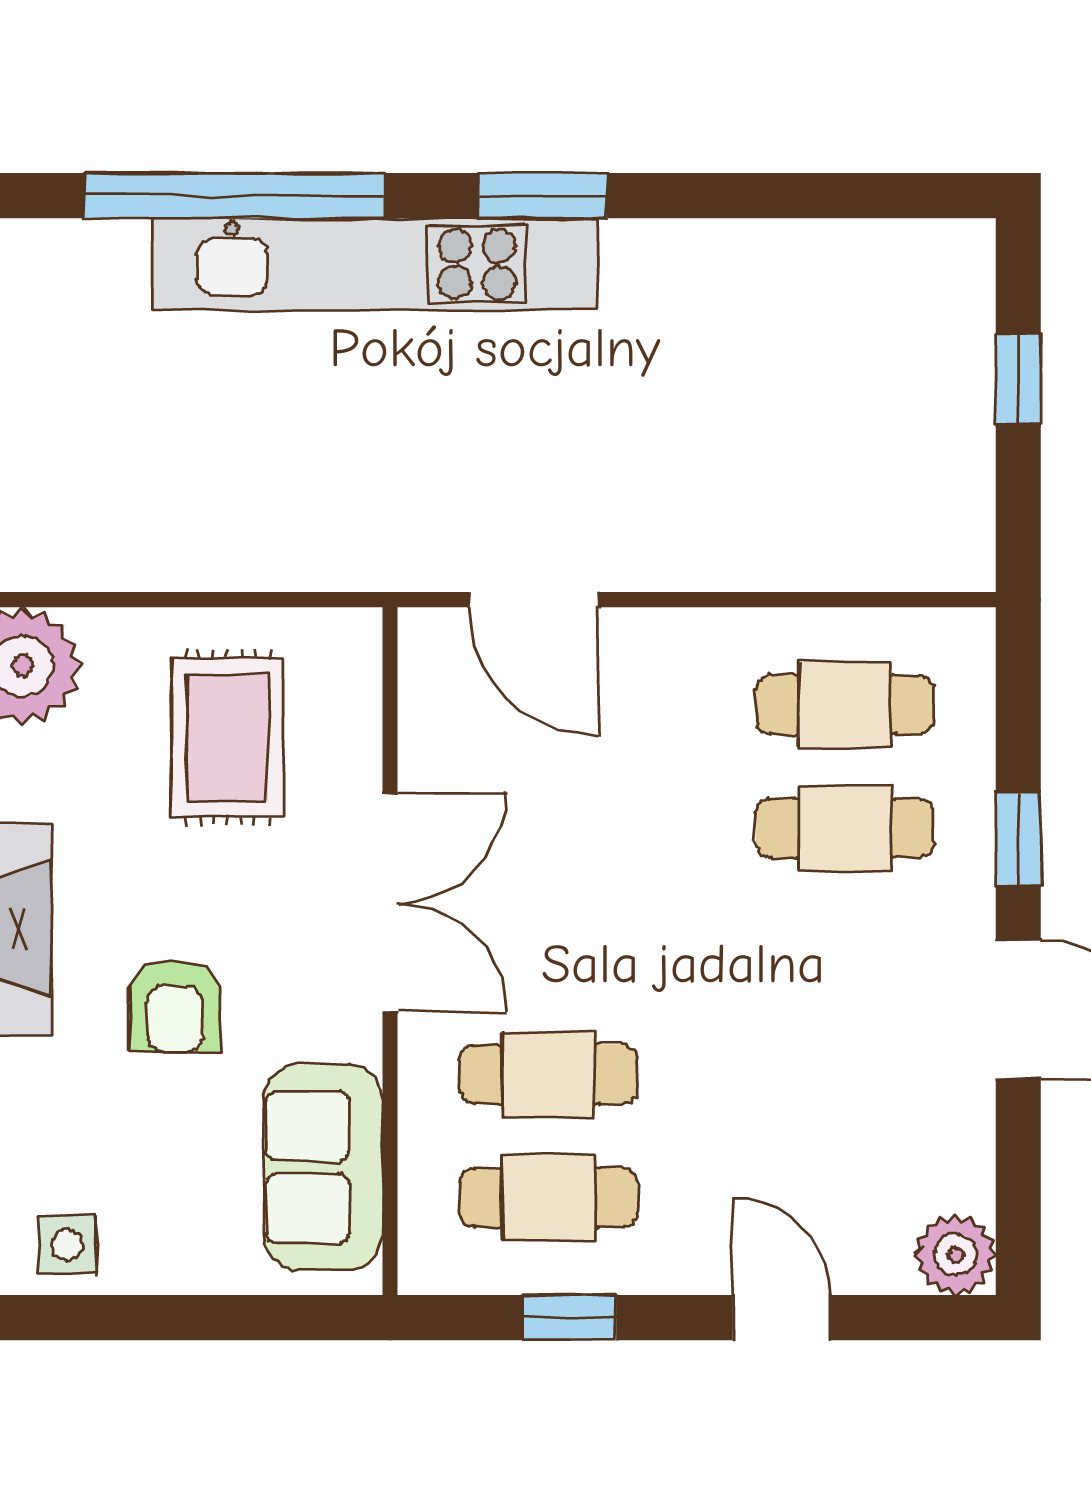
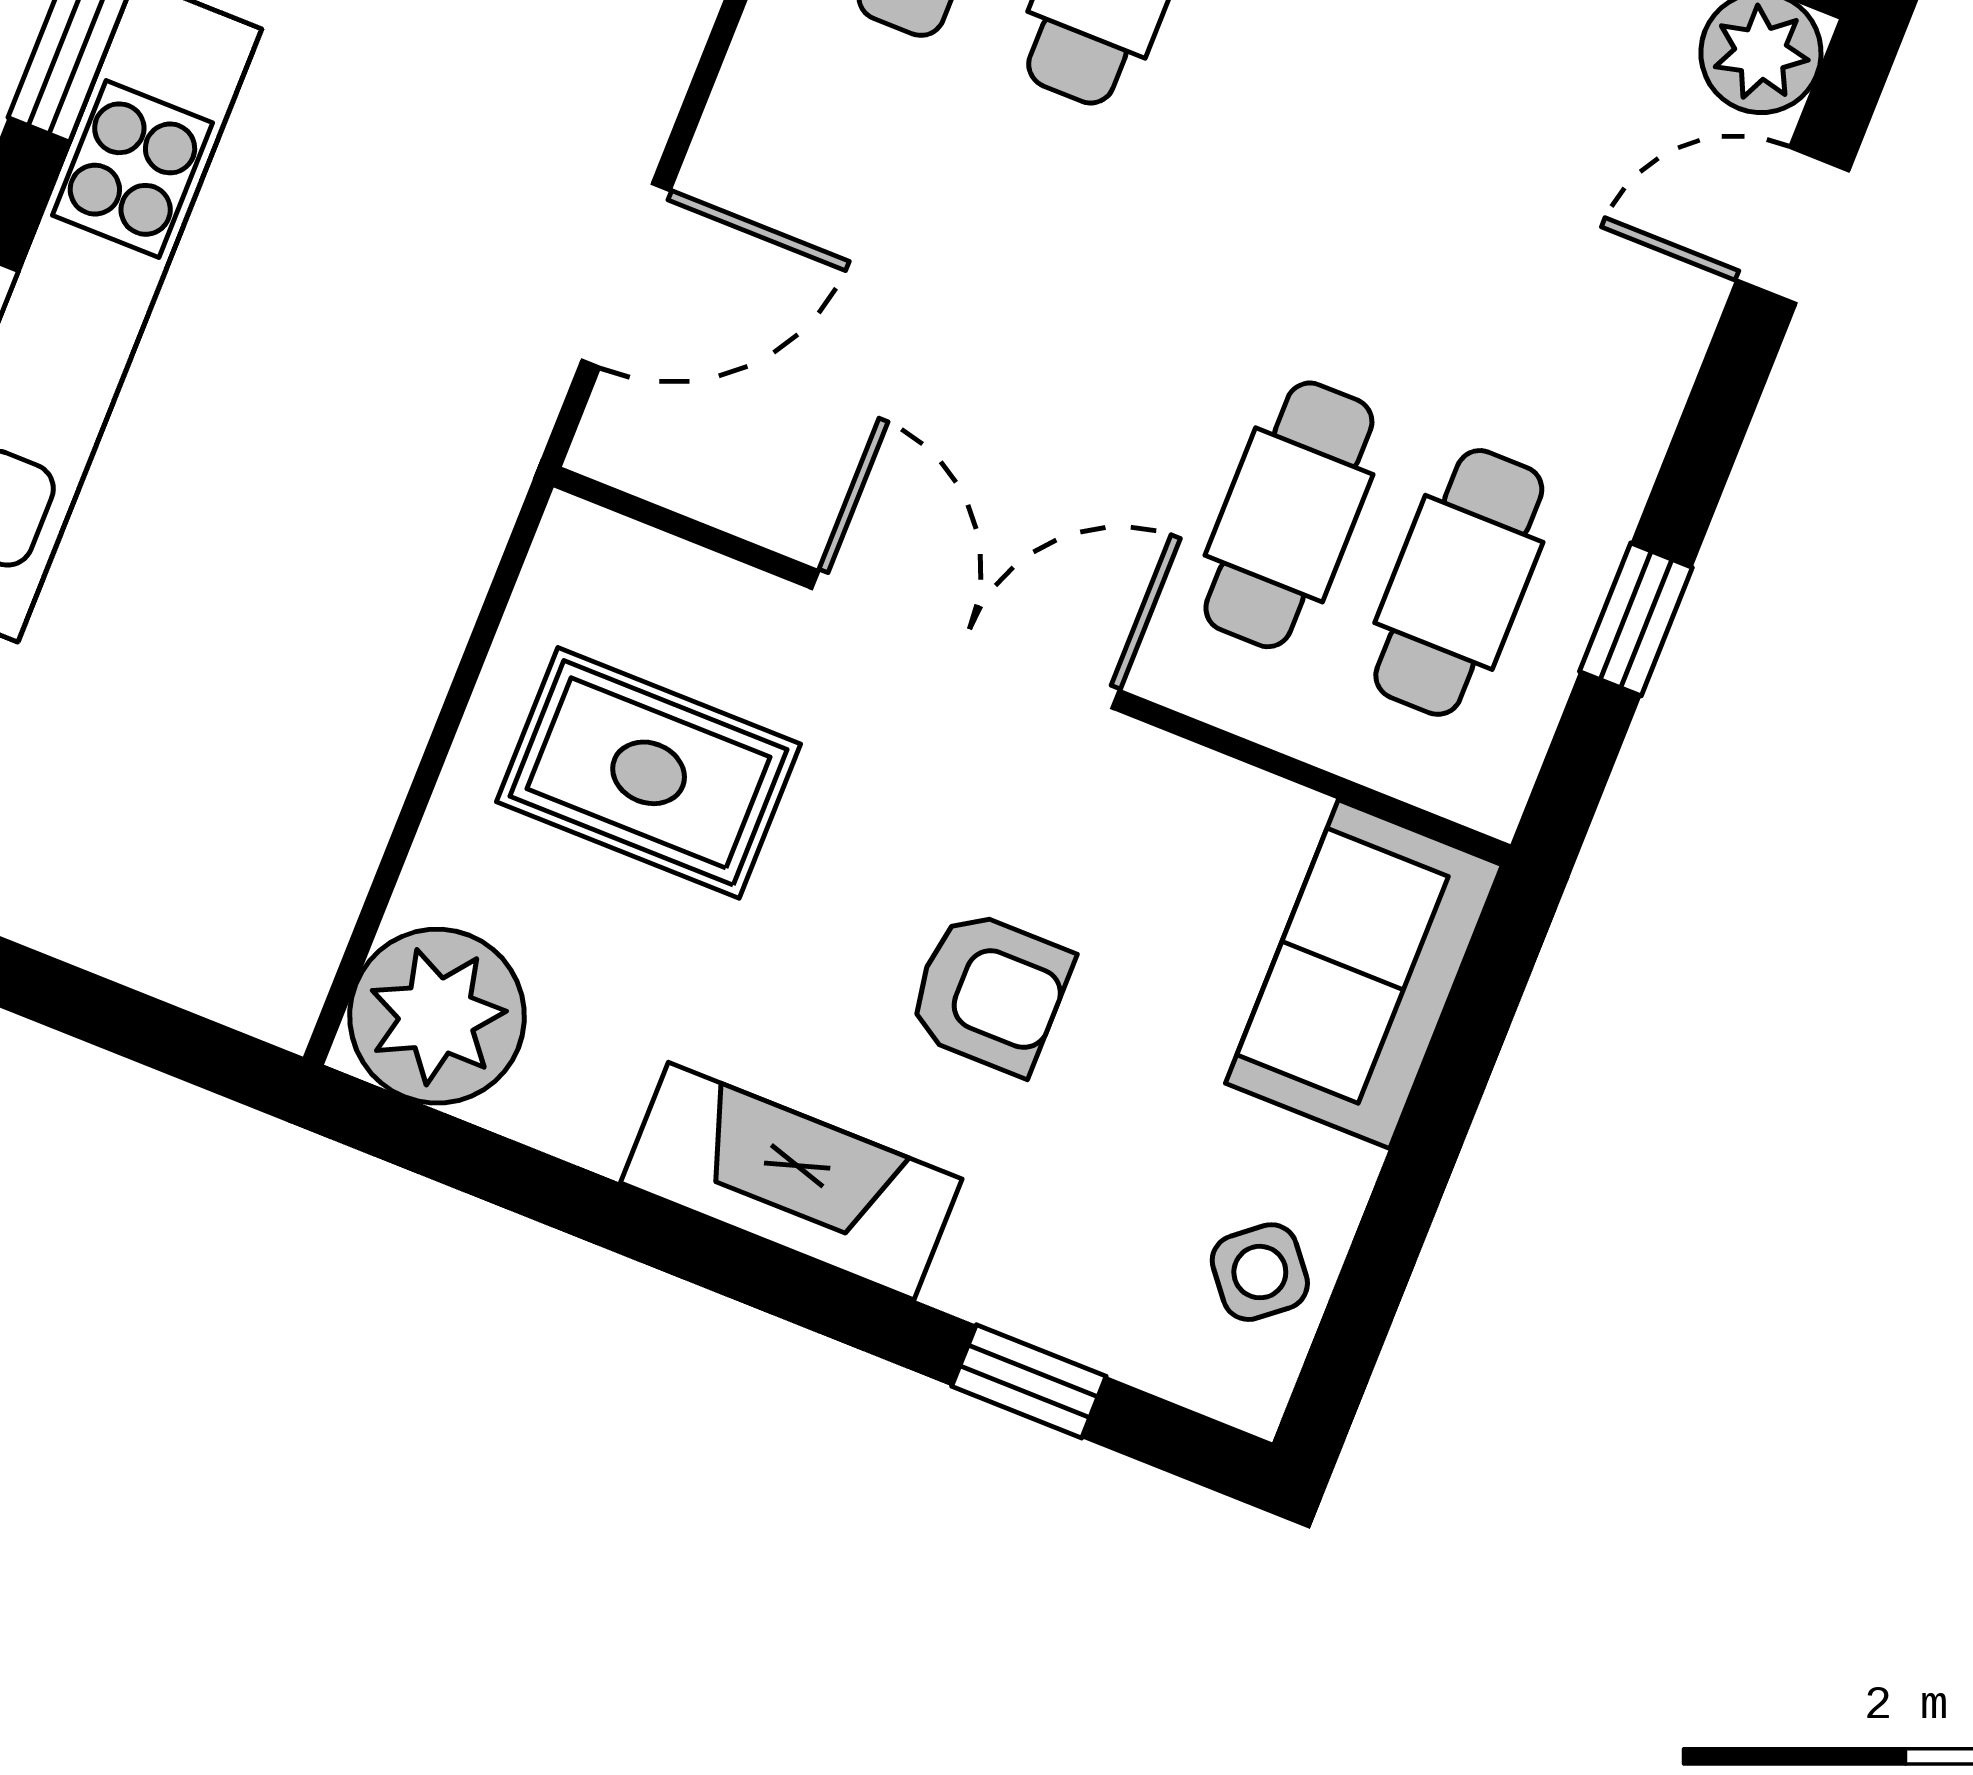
sofa: (323, 1167) -> (1364, 974), moved, turned 90
side table: (67, 1245) -> (1260, 1272), turned -38
door: (781, 1318) -> (1793, 225), moved

